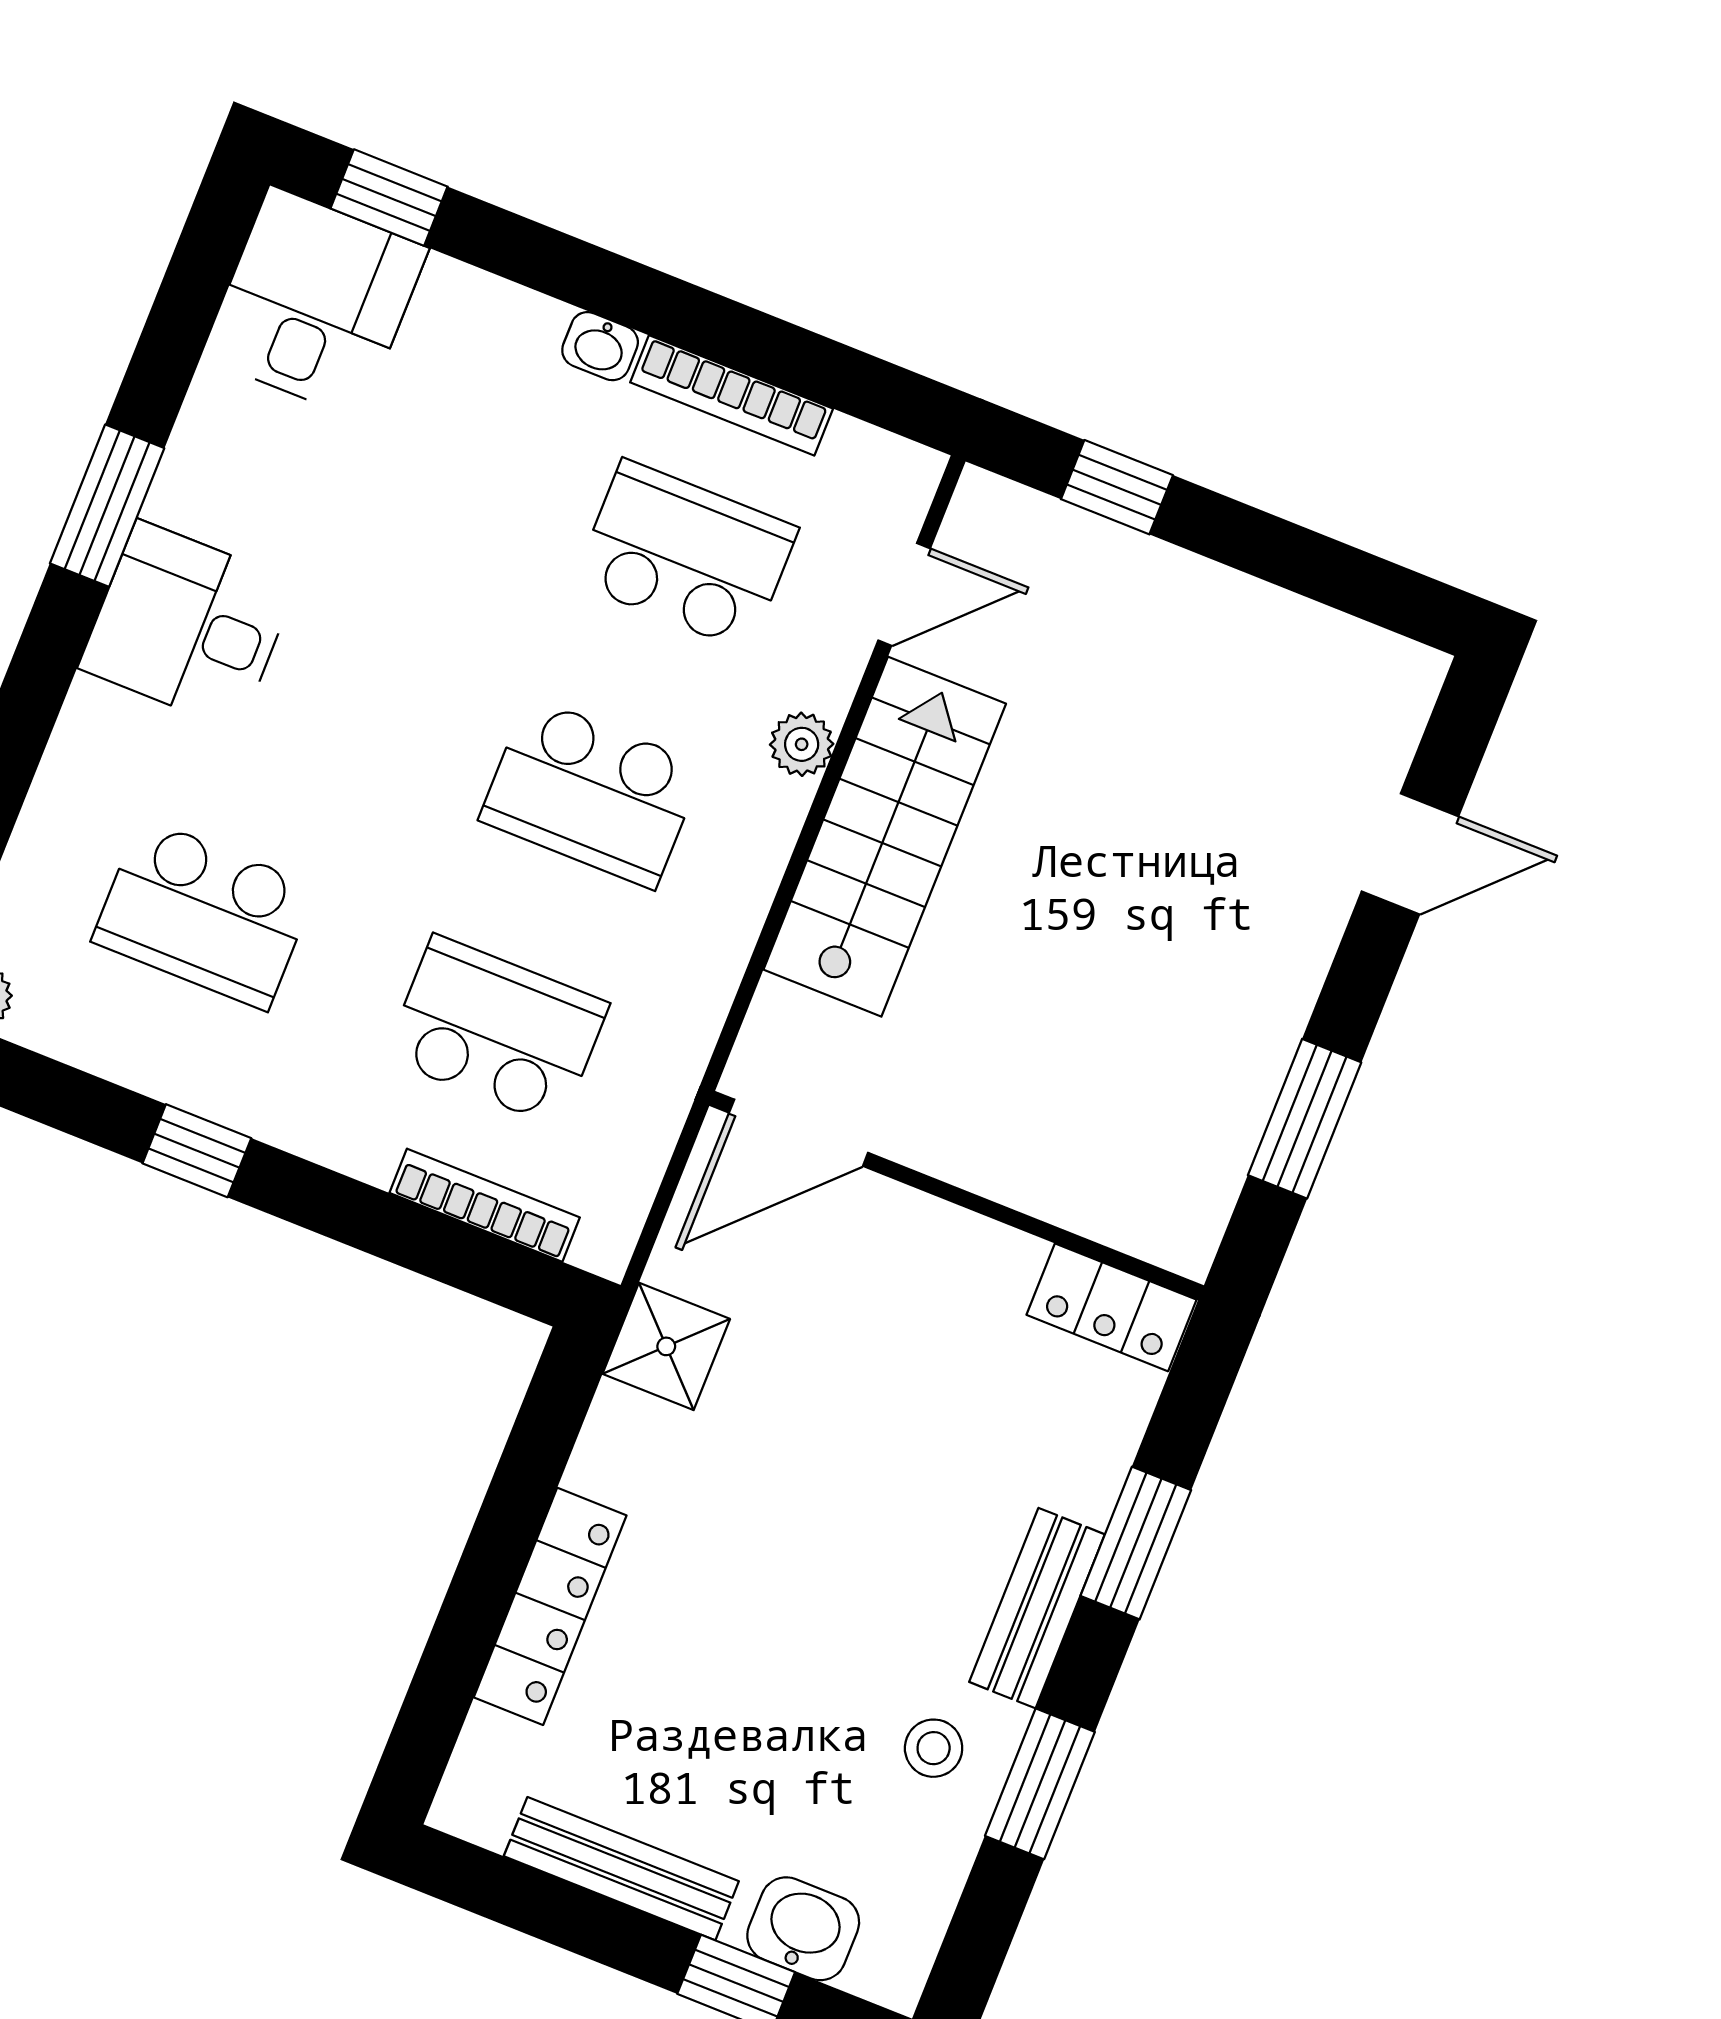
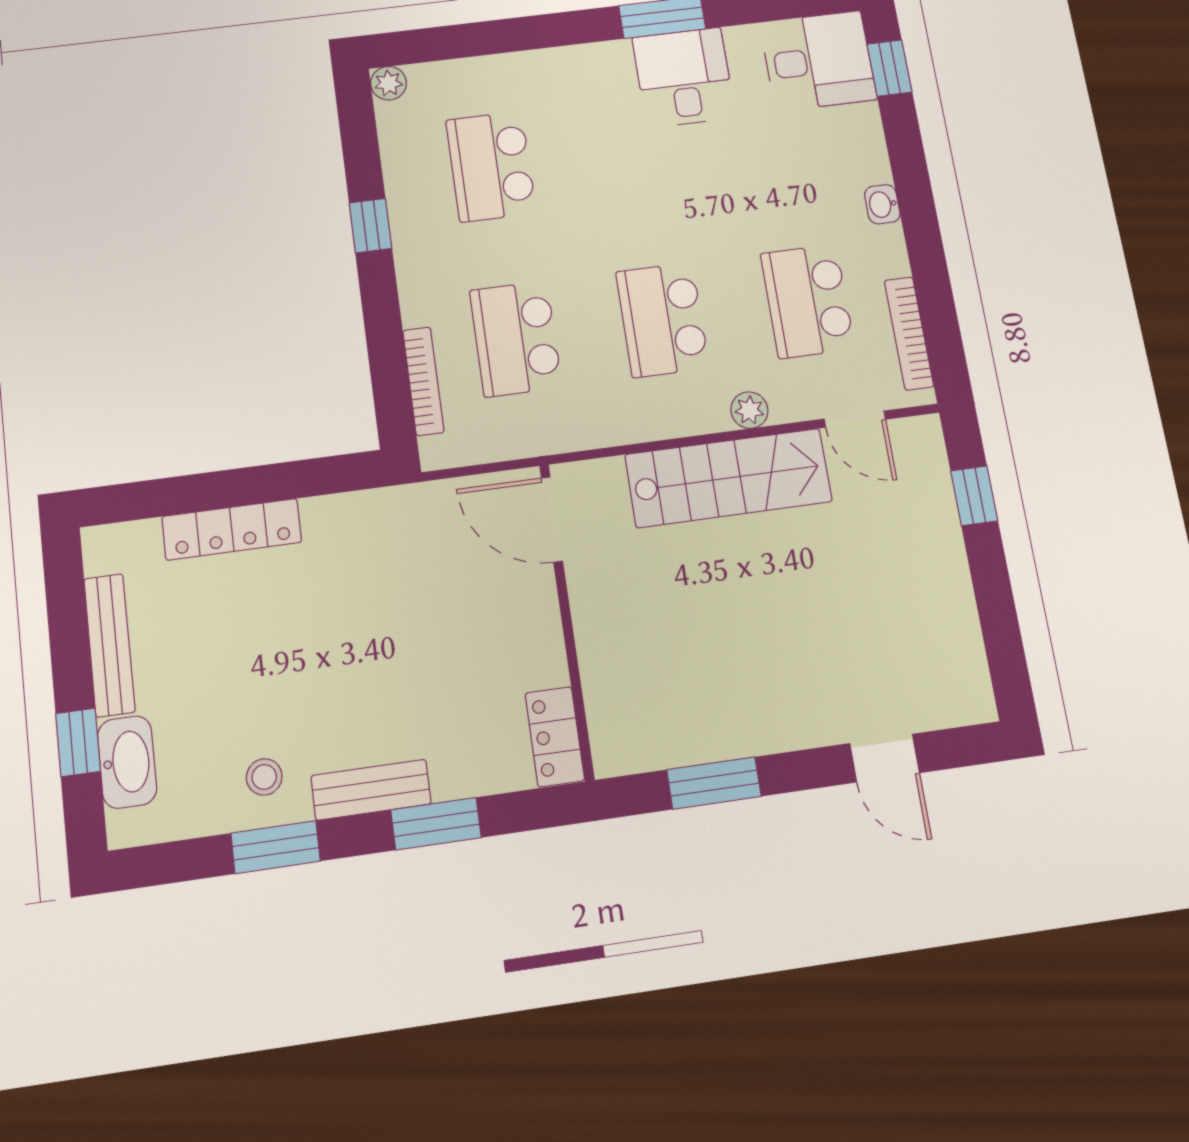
bookcase: (732, 395) -> (909, 333), moved
school desk: (686, 555) -> (808, 301), turned 180
desk: (188, 625) -> (684, 77), moved
school desk: (497, 1031) -> (516, 339), turned 180
shower: (666, 1346) -> (402, 513), removed
washbasin: (803, 1929) -> (127, 762), width x1.38

